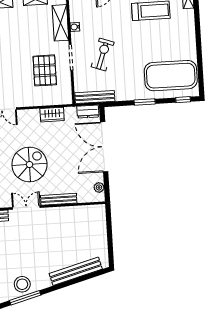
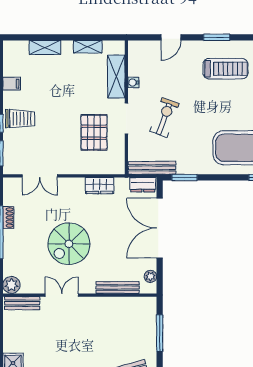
window: (145, 102) -> (185, 177), moved
spiral stairs: (29, 164) -> (69, 244), turned 180
bench: (59, 199) -> (118, 287), moved
window: (110, 234) -> (160, 333), added

